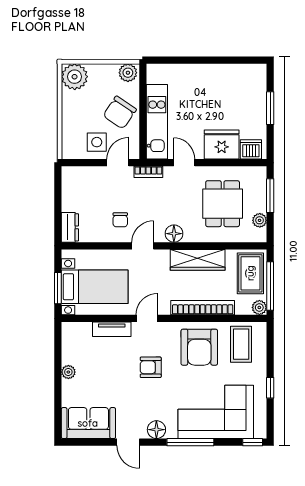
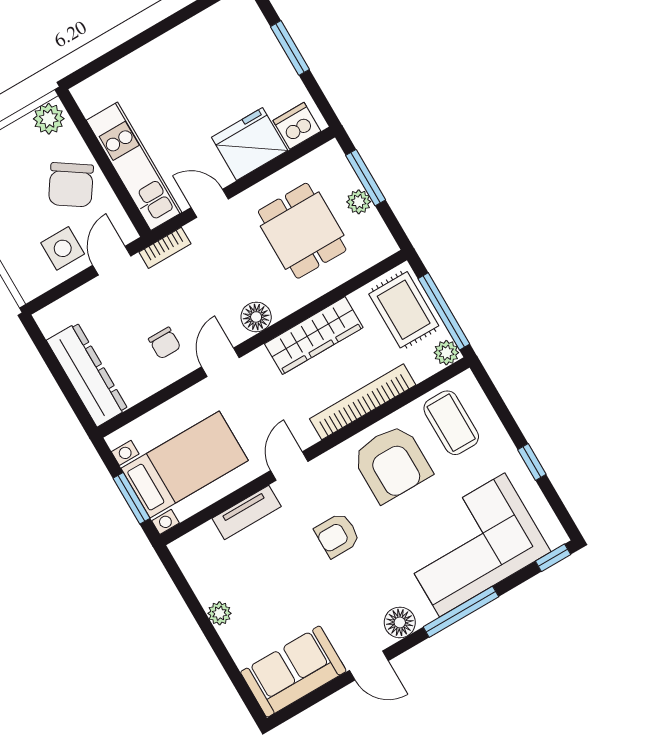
plant: (260, 220) -> (359, 202), moved
dresser: (70, 227) -> (87, 375), width x1.96, depth x1.24

